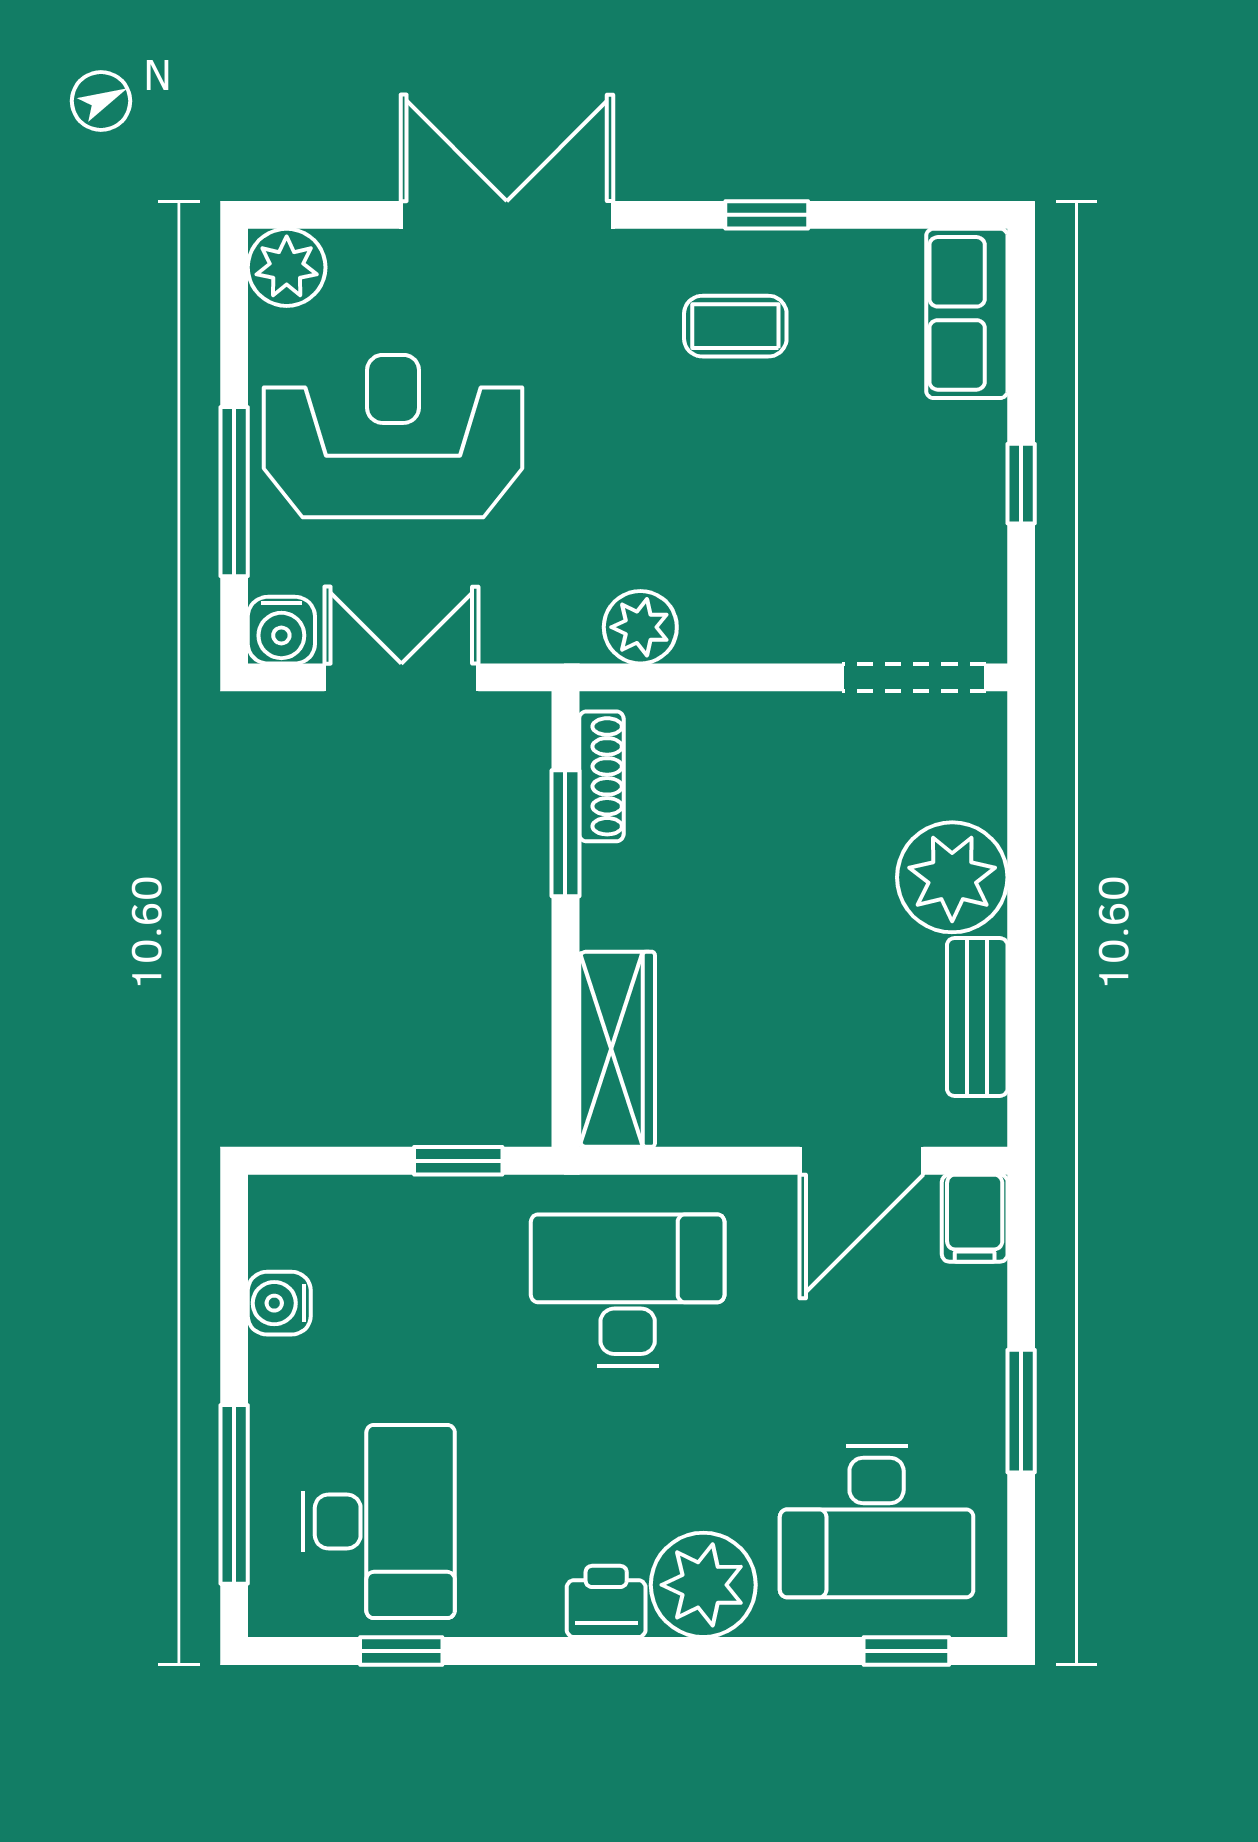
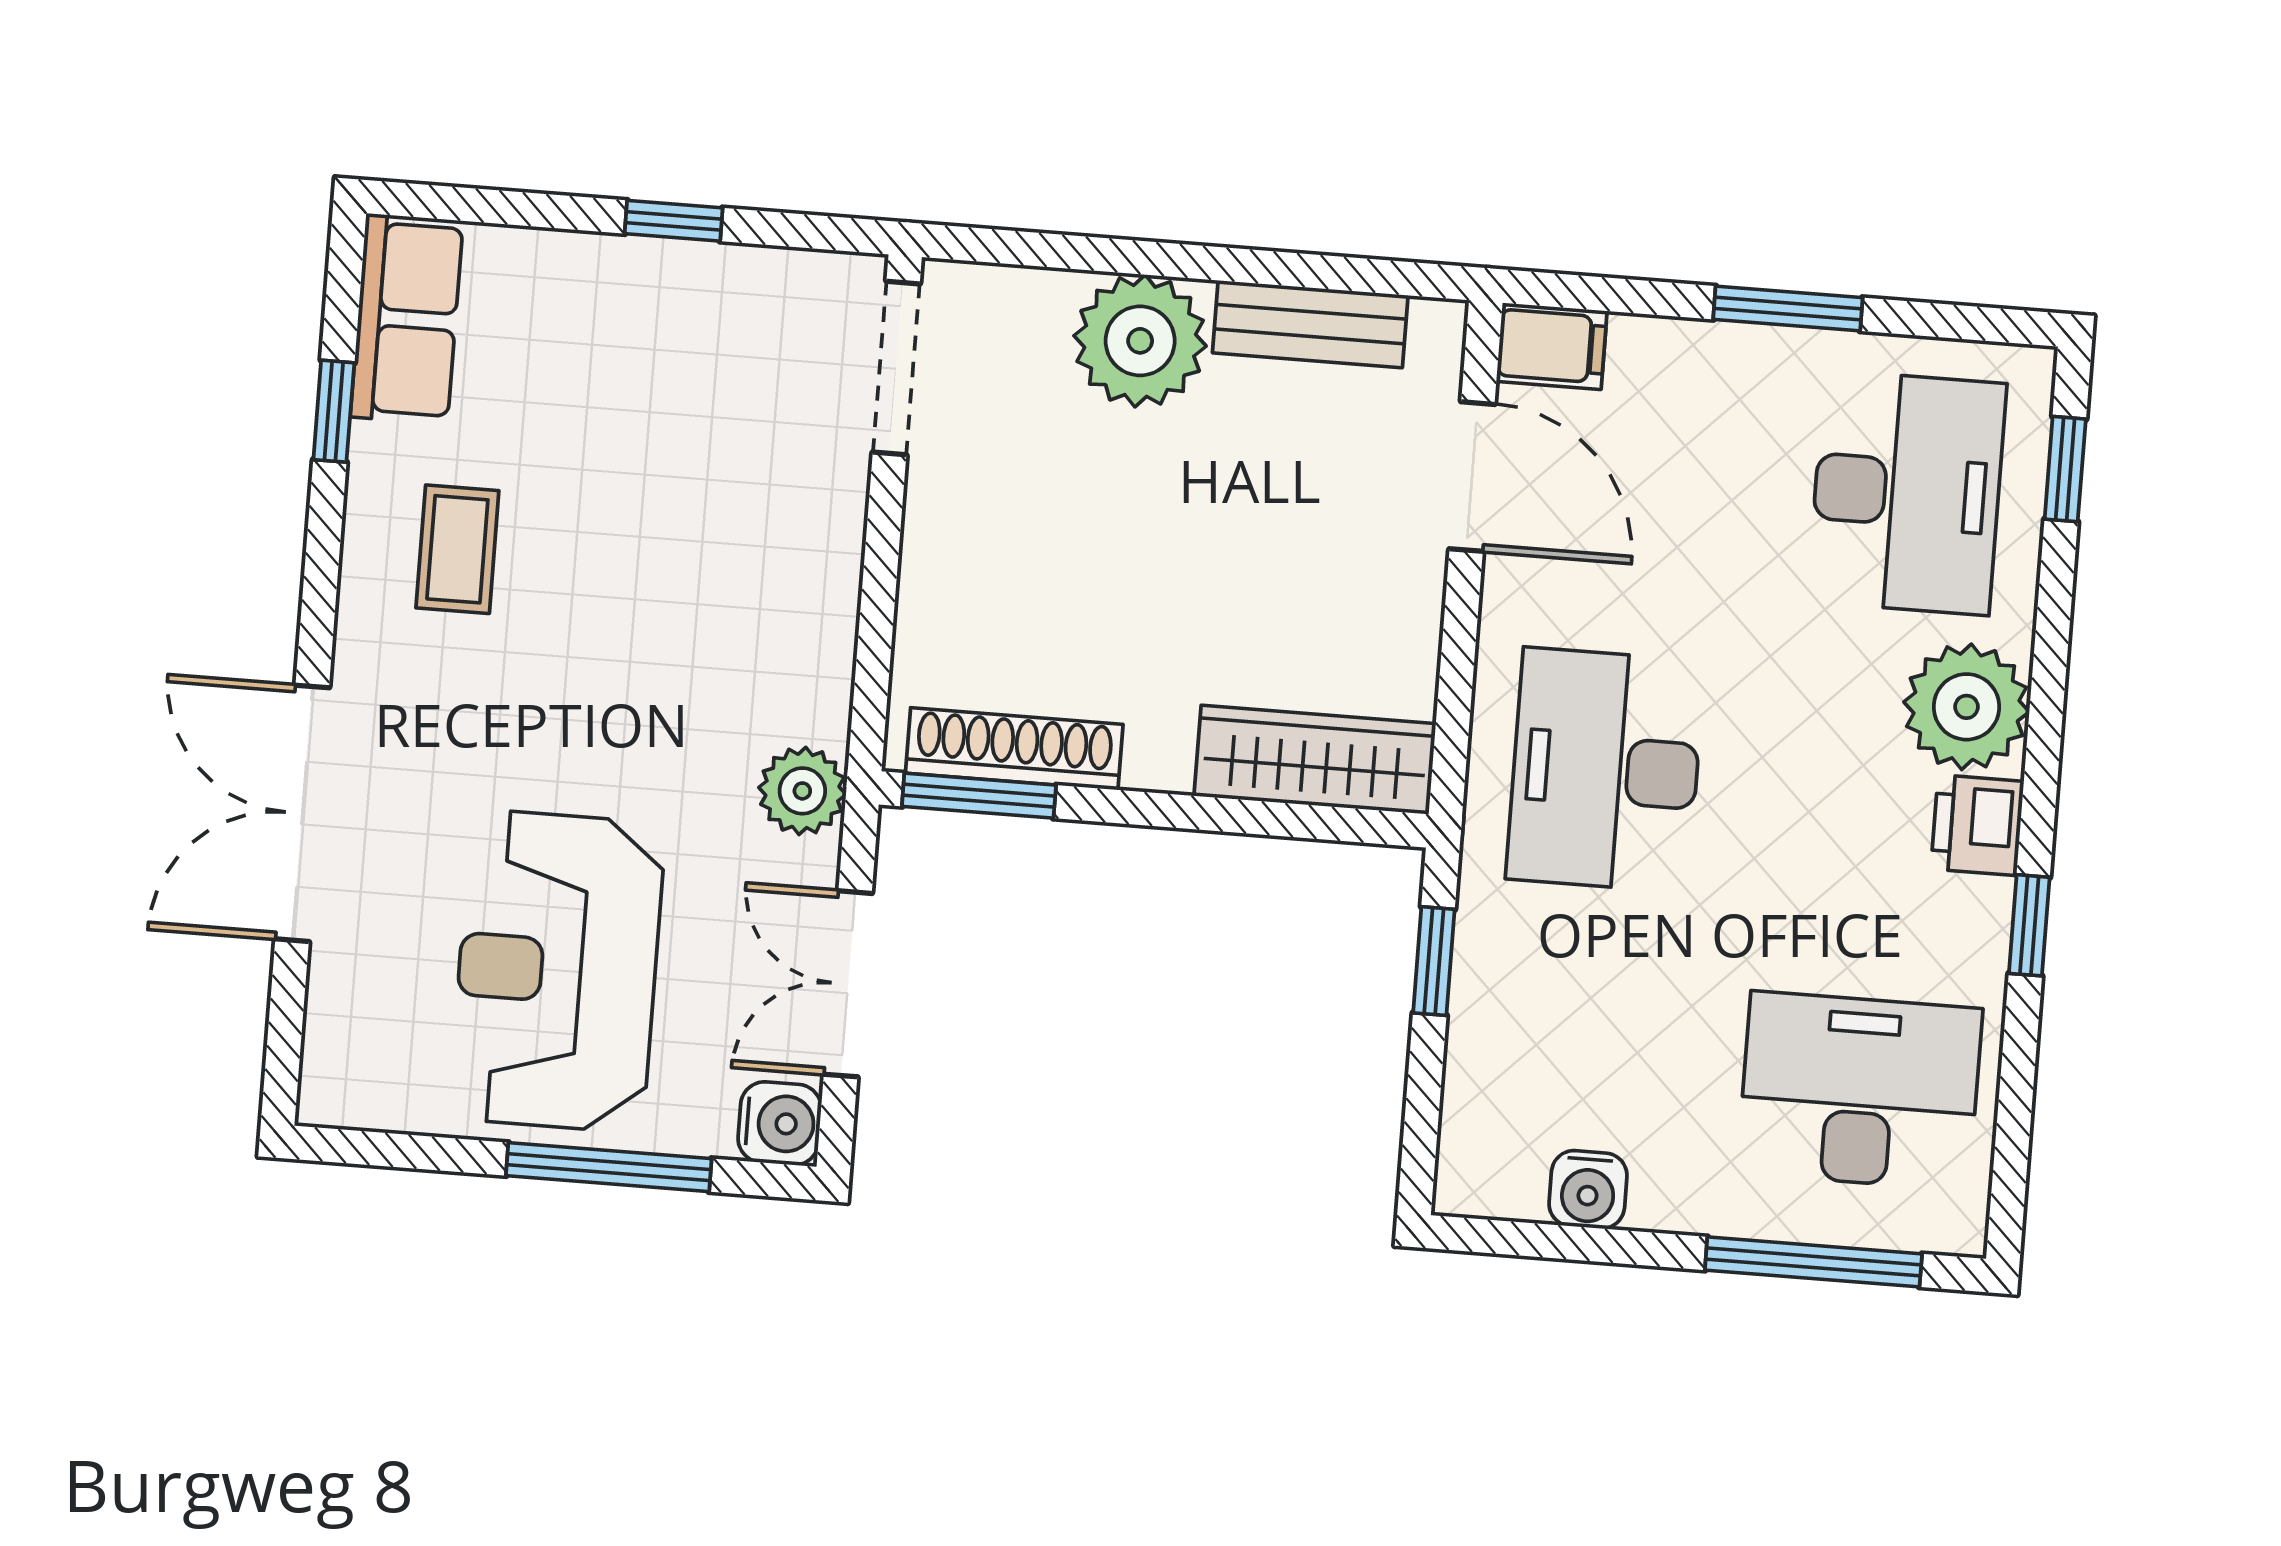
window: (767, 215) -> (334, 411), moved
plant: (287, 267) -> (344, 1083), removed
row of seats: (967, 313) -> (407, 319), moved, turned -90
plant: (640, 627) -> (802, 791), moved
shoe rack: (601, 776) -> (1014, 749), width x1.36, depth x1.24
window: (565, 833) -> (979, 796), moved
window: (401, 1651) -> (2029, 925), moved

